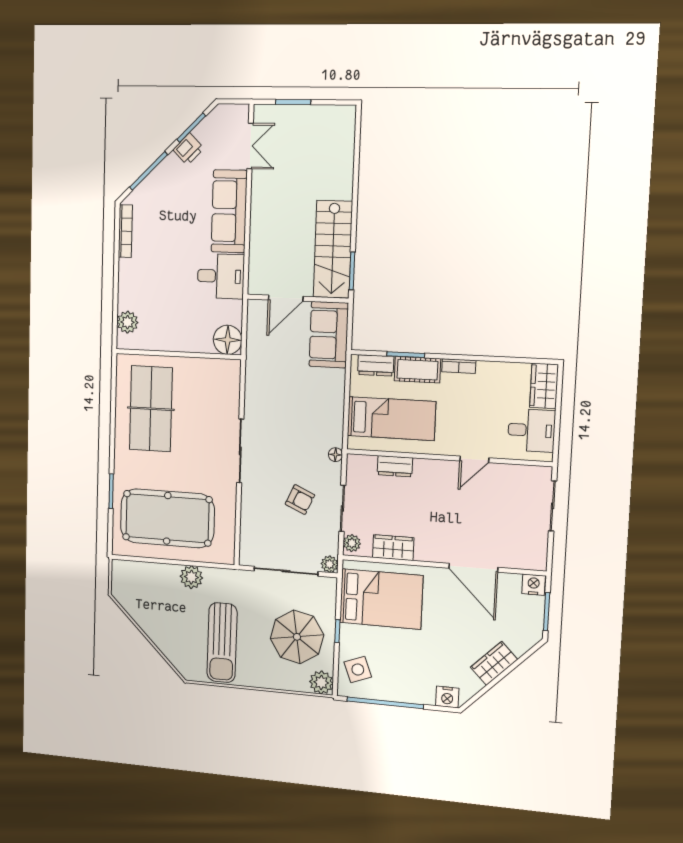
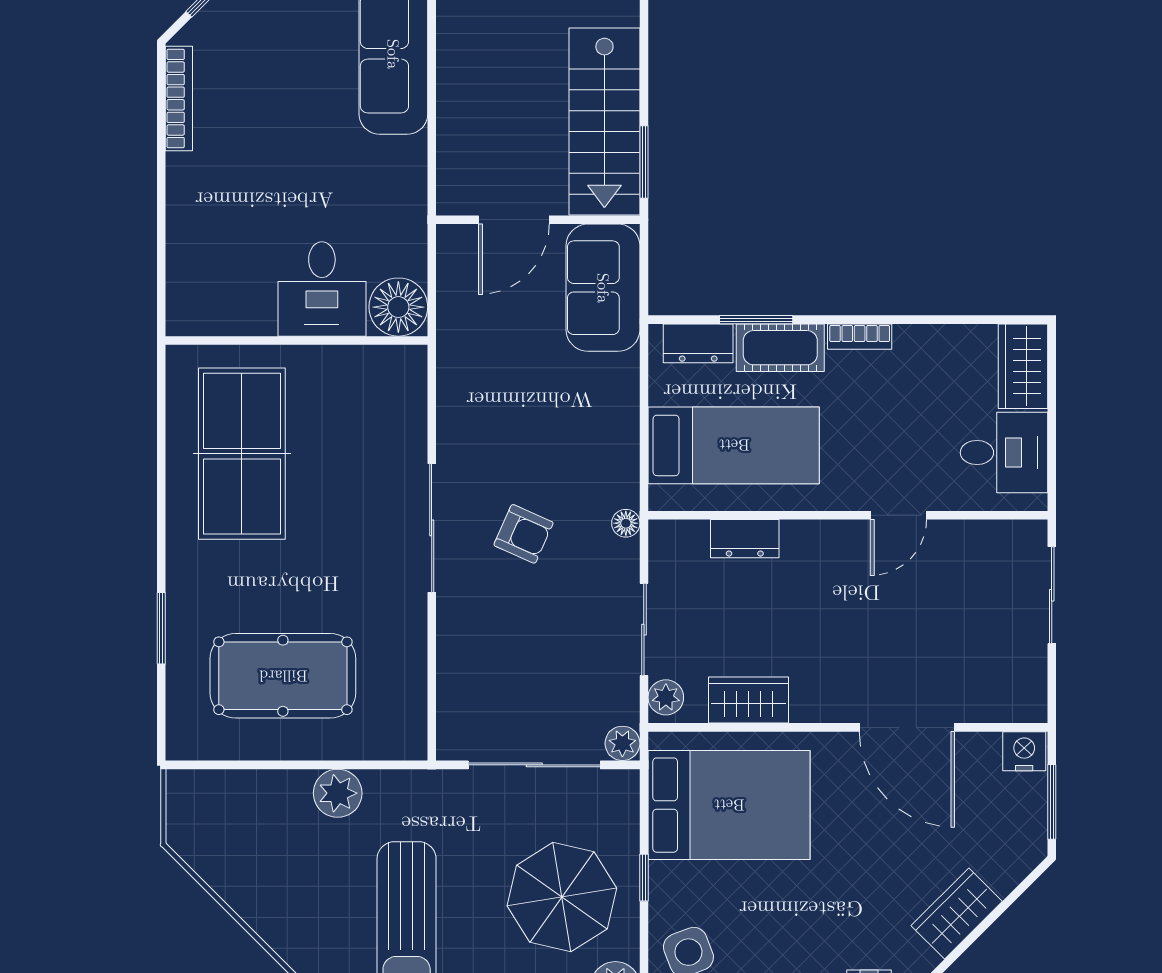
desk: (221, 276) -> (322, 289), moved, turned 90
plant: (128, 322) -> (188, 281), removed
armchair: (300, 500) -> (523, 534), moved
pool table: (167, 518) -> (283, 676), width x0.73, depth x0.76

